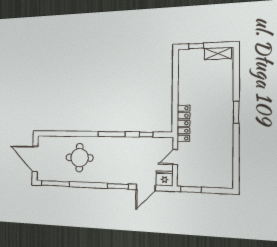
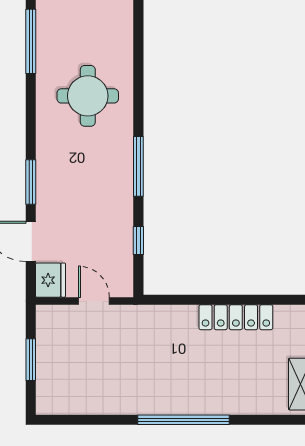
window: (236, 112) -> (184, 420), width x2.11
locker: (183, 123) -> (236, 317), moved
window: (191, 189) -> (31, 360), moved

